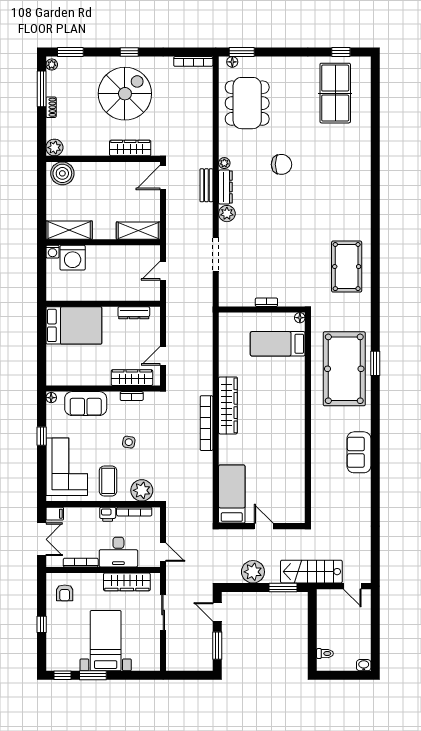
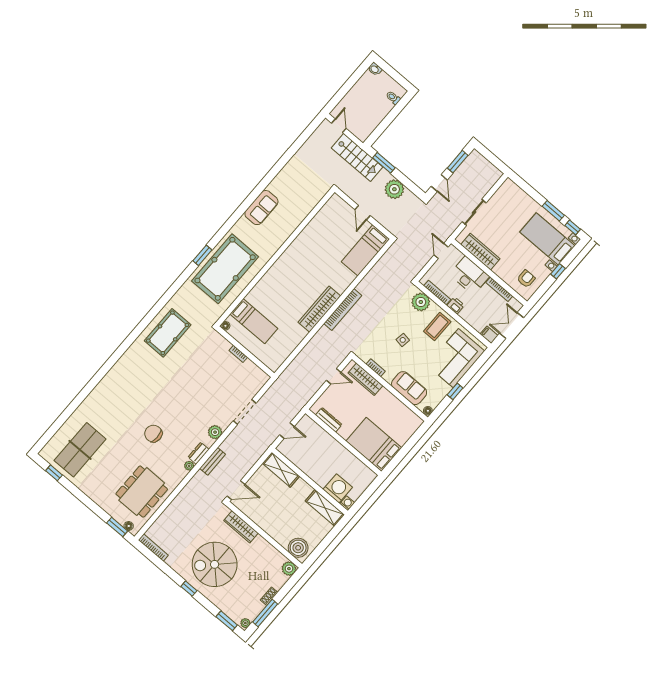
dresser: (225, 187) -> (199, 453), width x0.70
bed with nightstands: (106, 641) -> (547, 239), moved, turned 90

